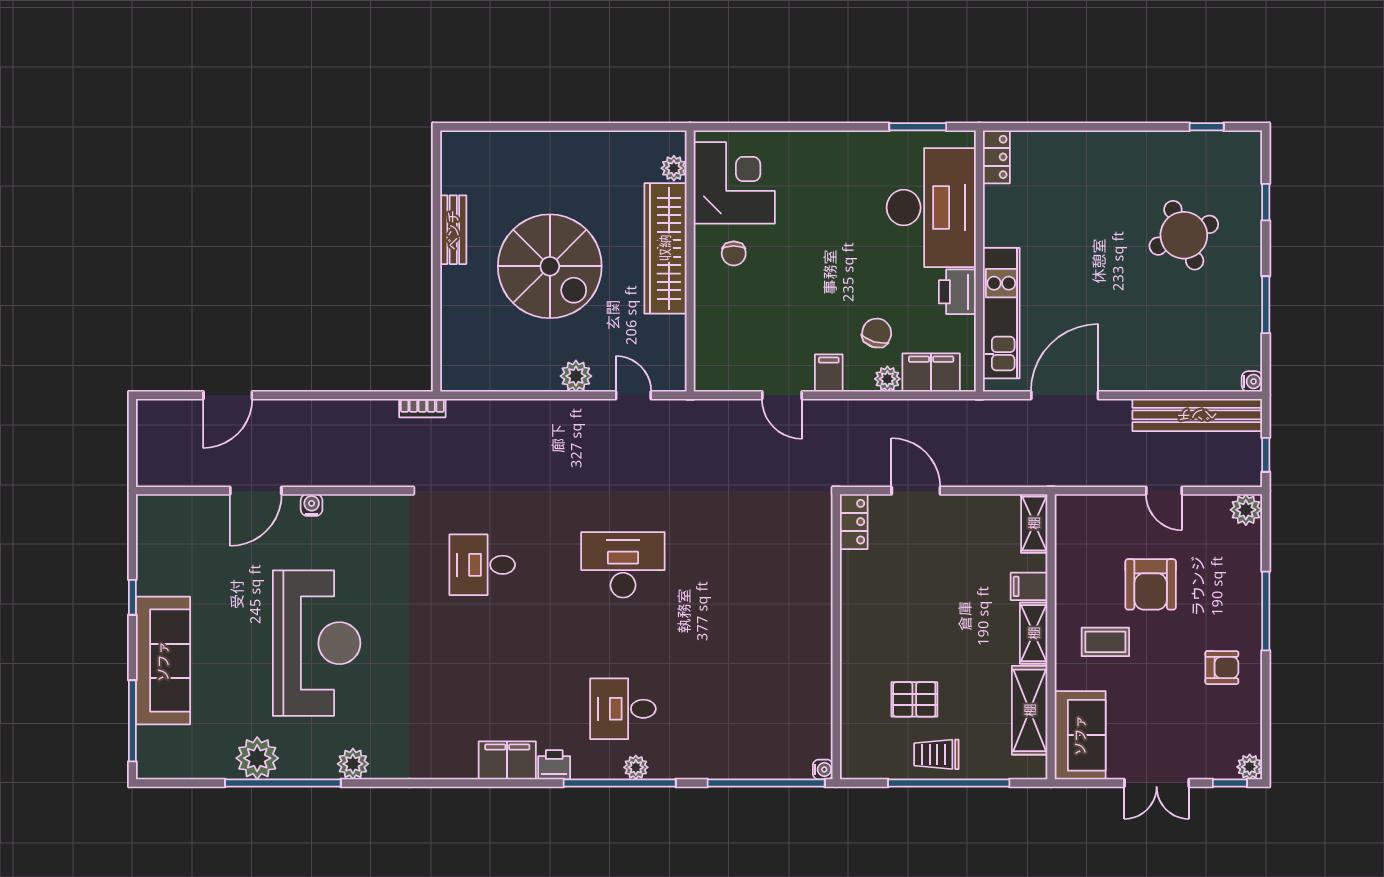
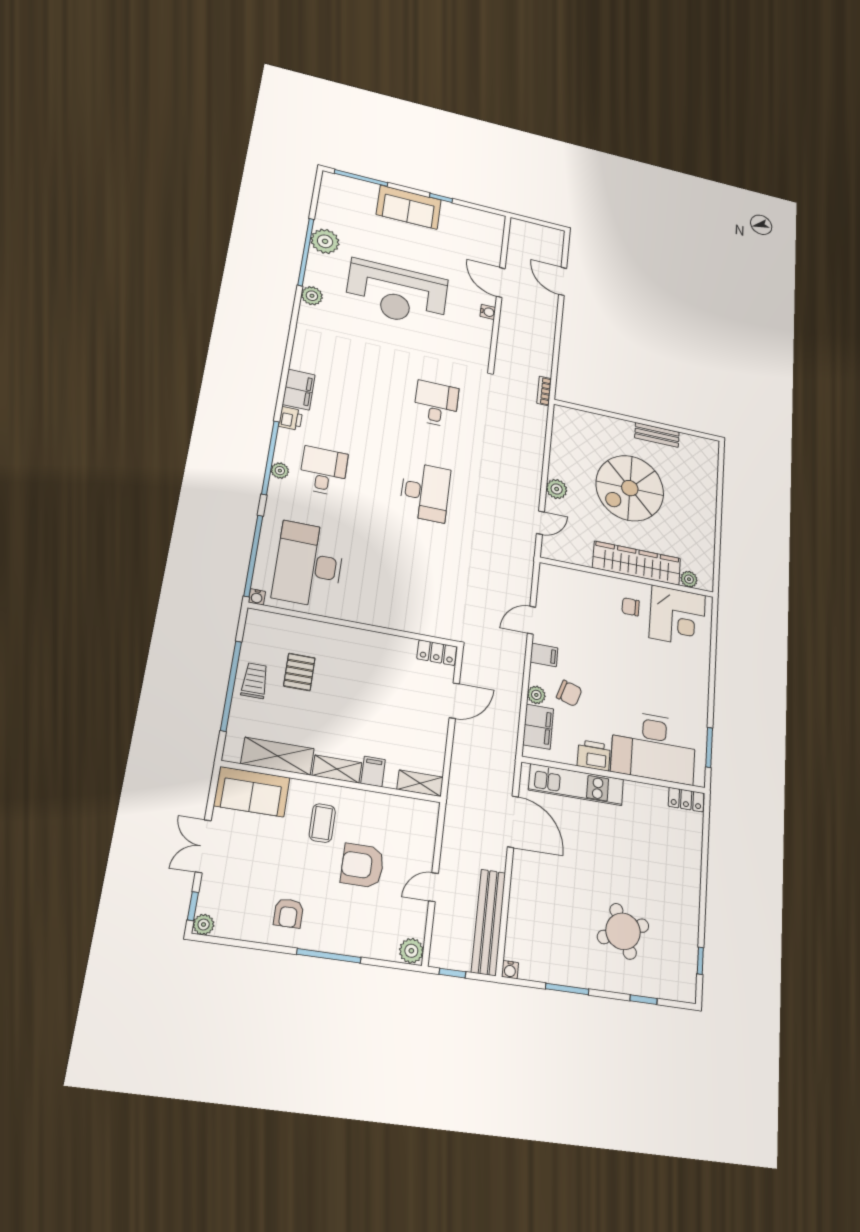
sofa: (163, 661) -> (409, 207), width x0.73
desk: (764, 709) -> (309, 565), added

